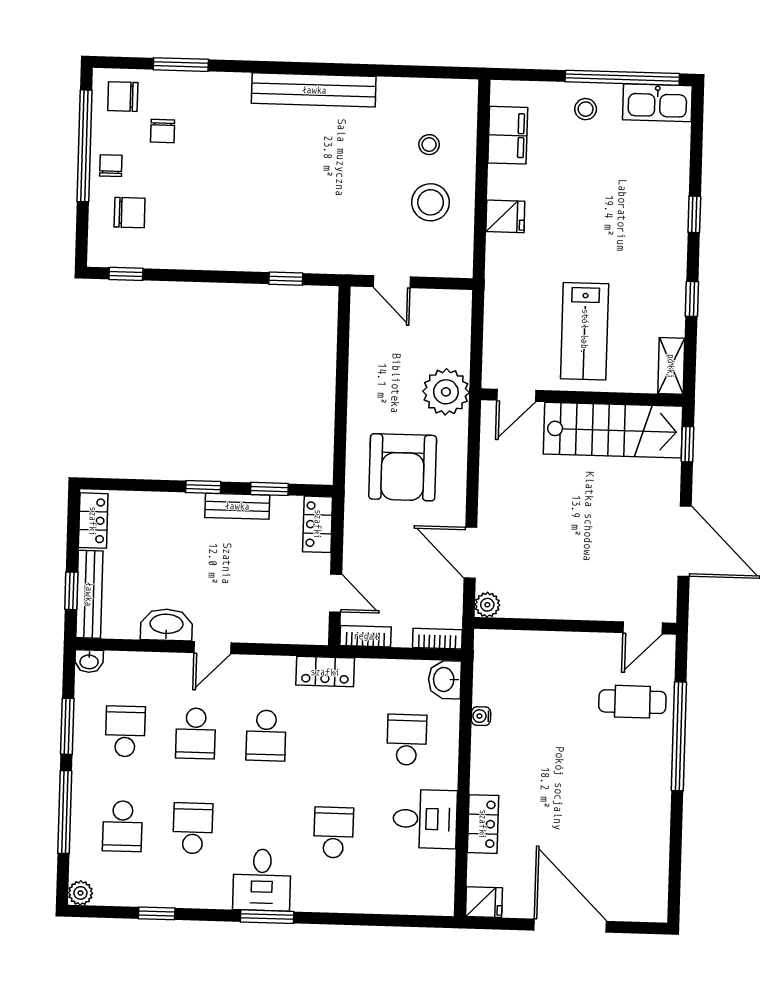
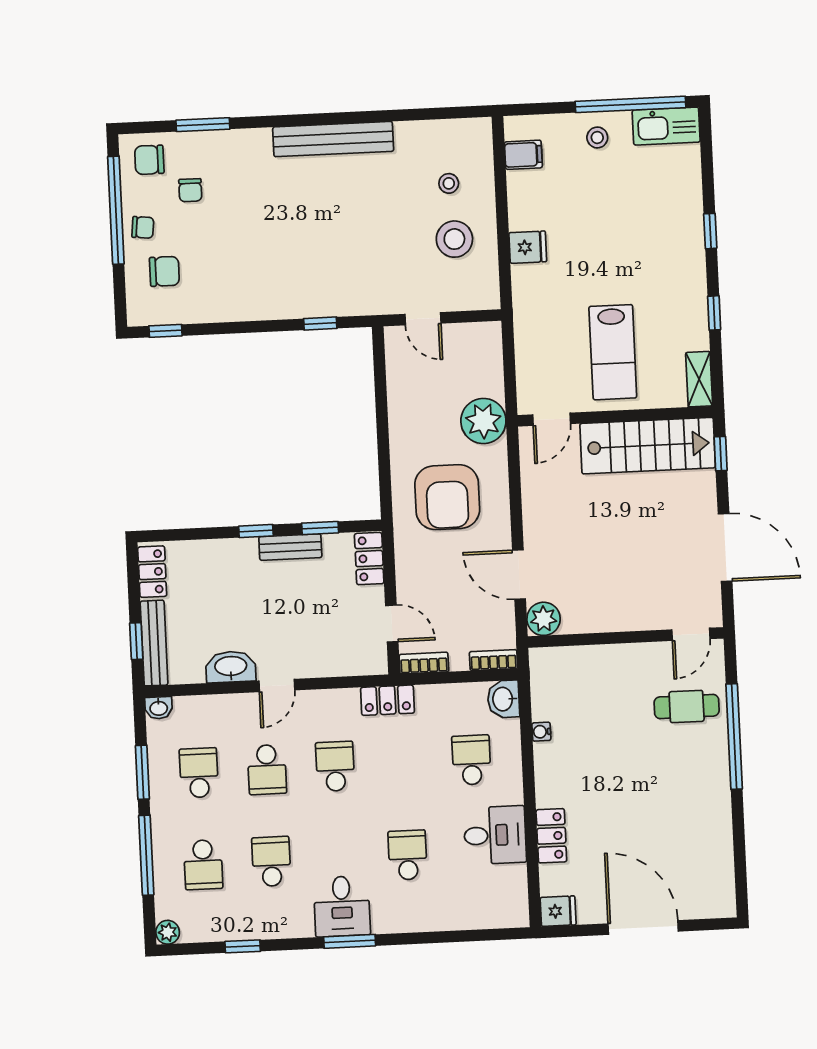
filing cabinet: (508, 135) -> (523, 155), width x0.50
chair: (111, 166) -> (143, 227), turned 96
plant: (487, 605) -> (544, 619), width x1.38, depth x1.38
school desk: (266, 735) -> (335, 766), turned 180

